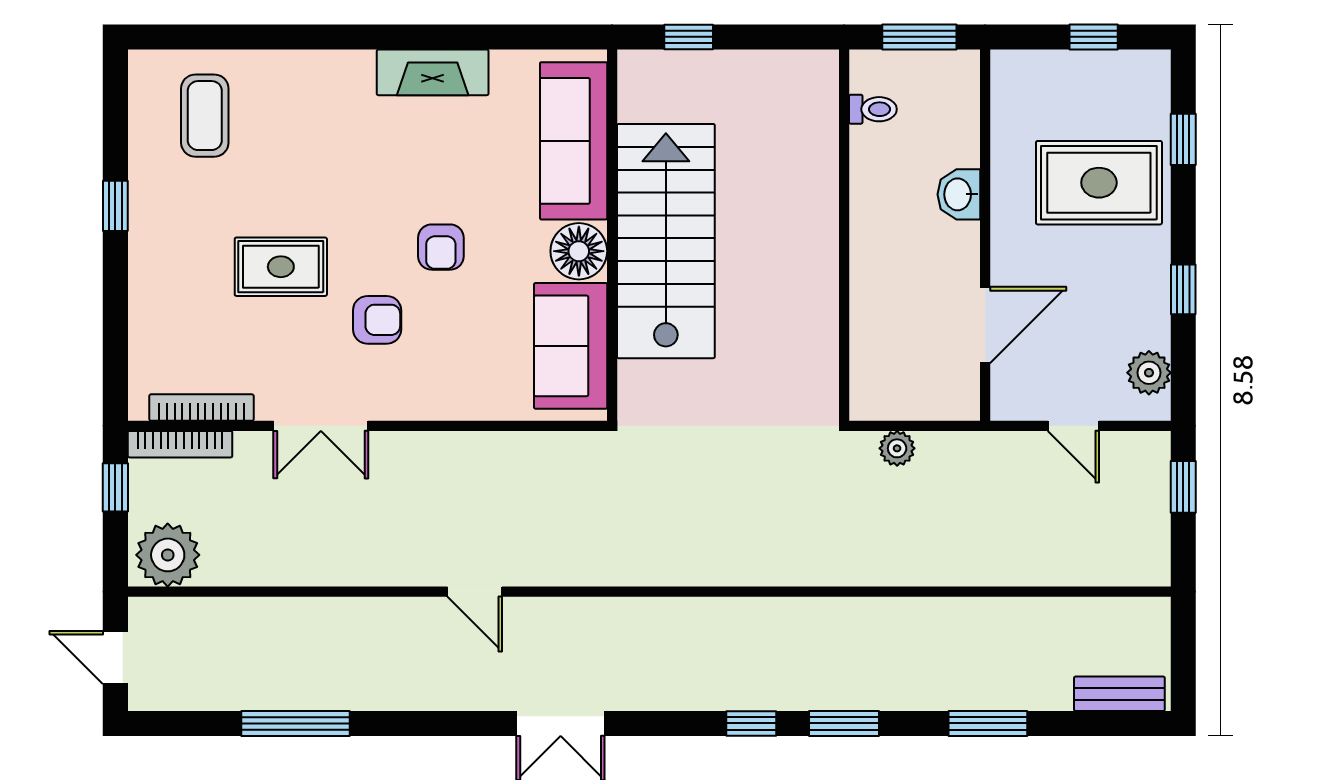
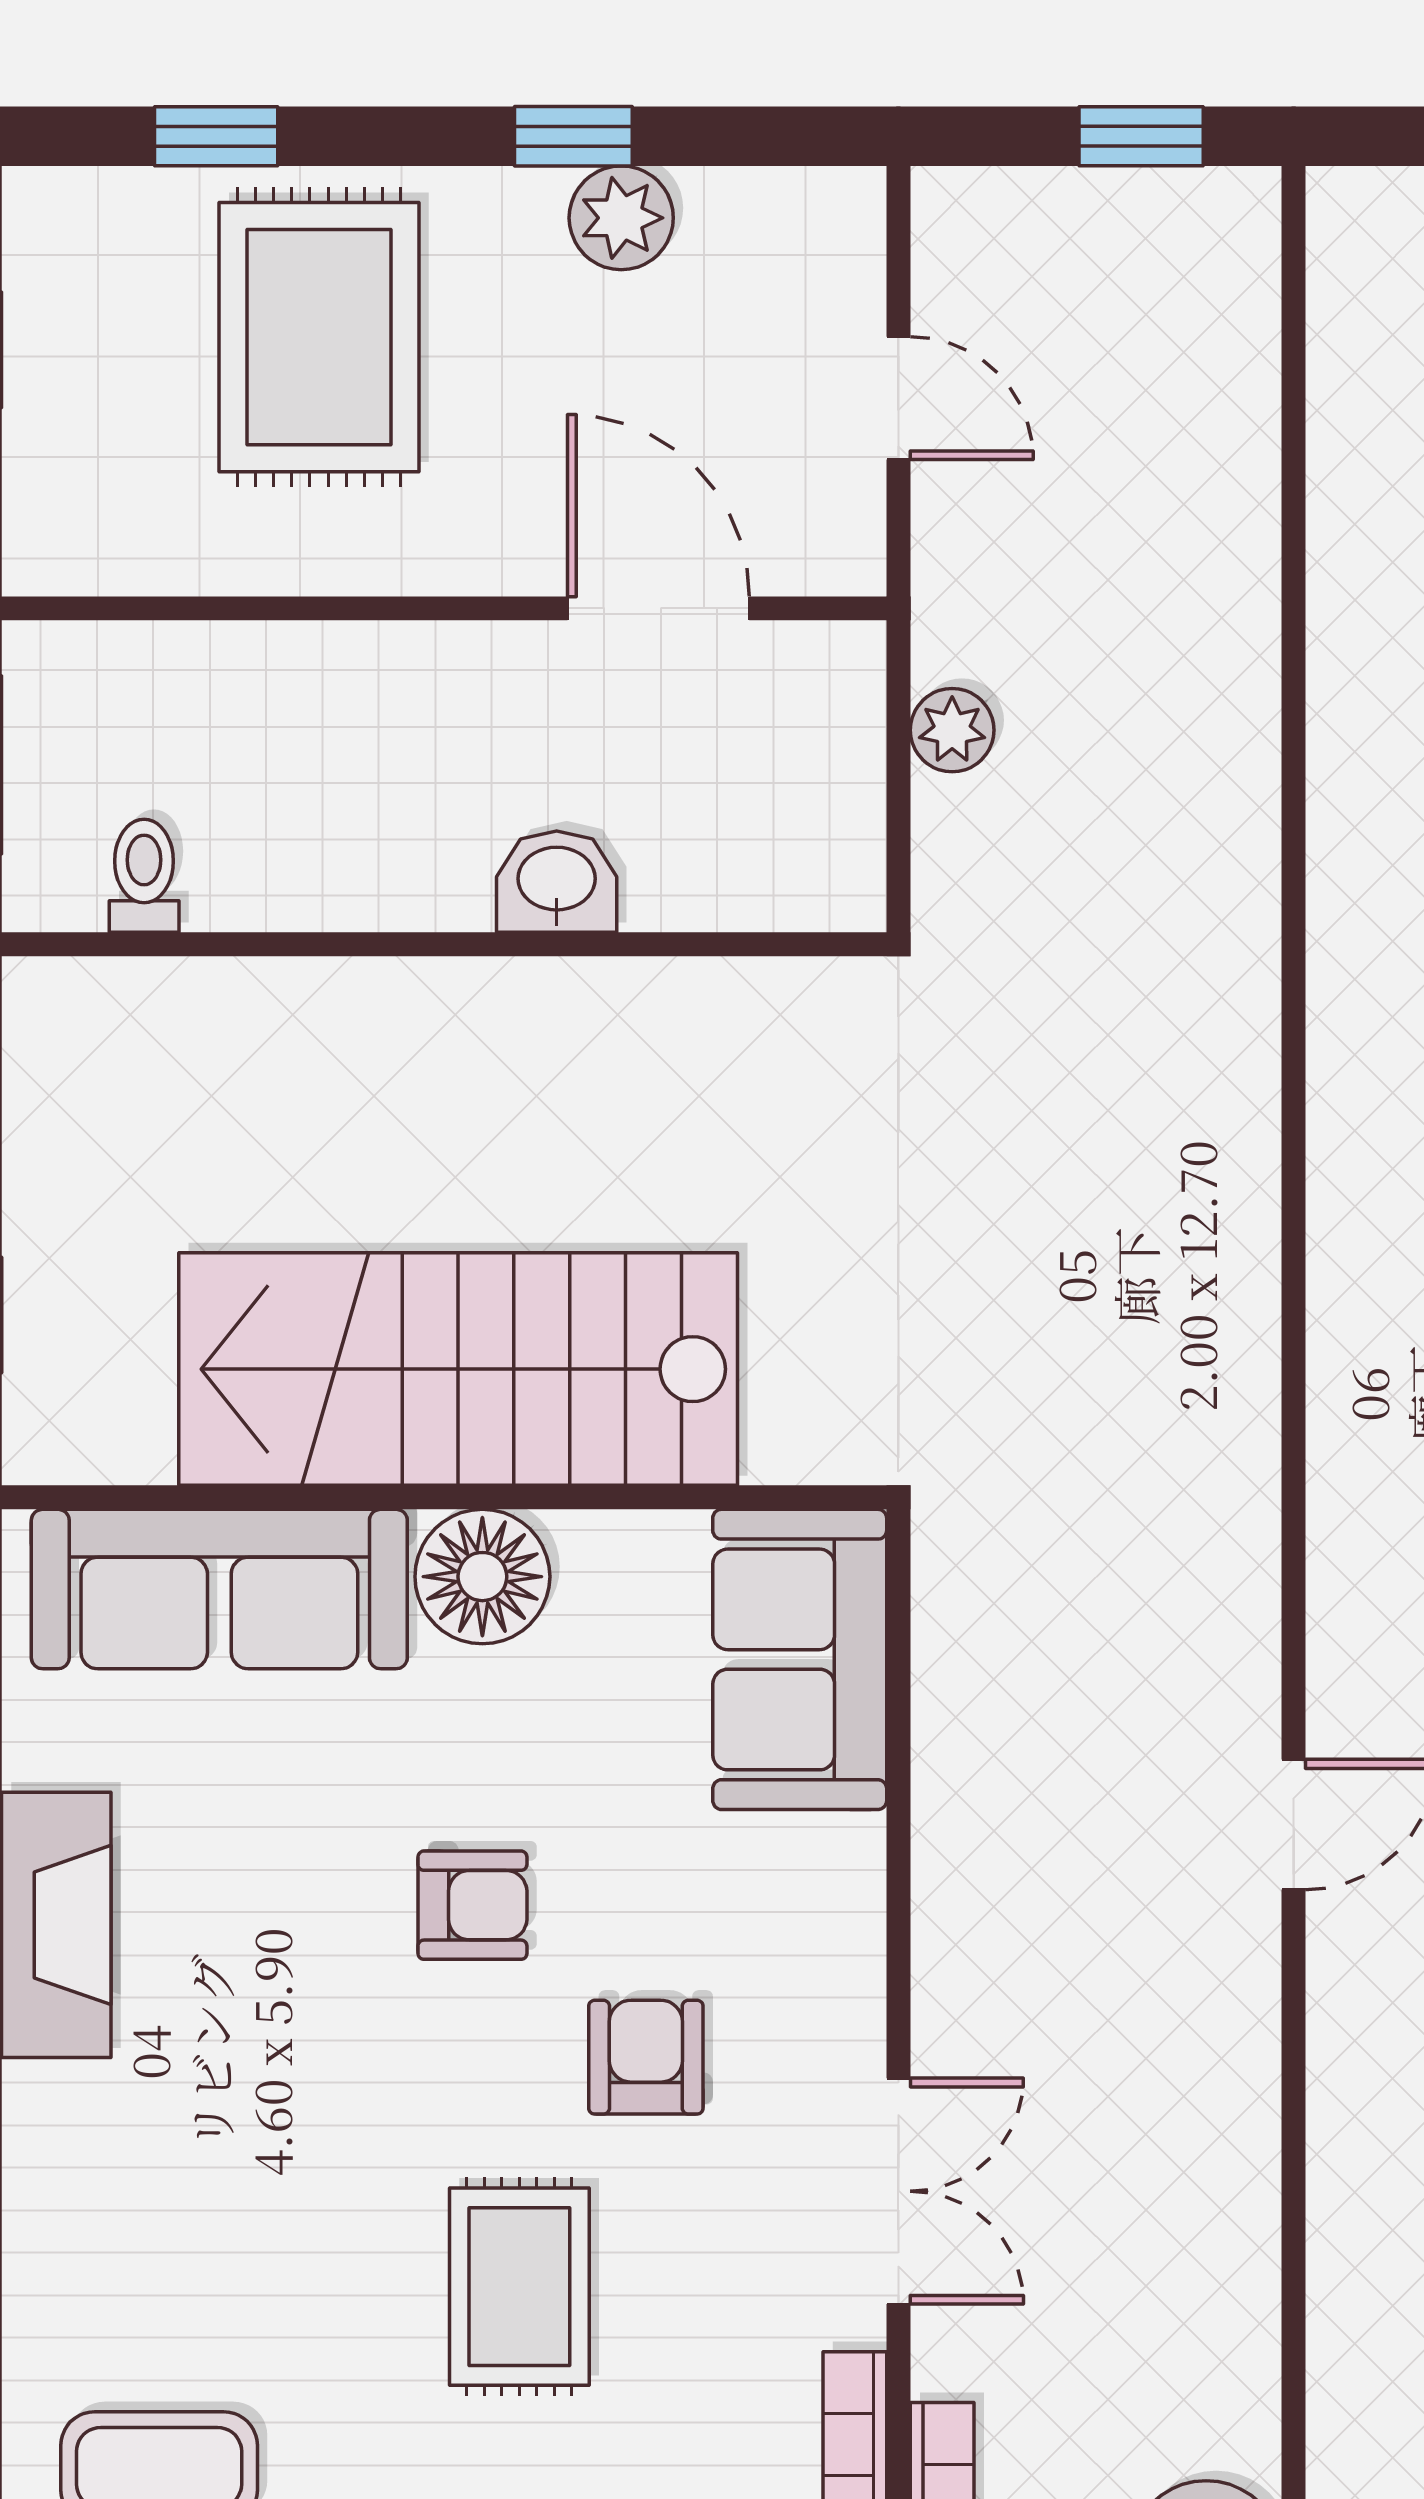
washbasin: (959, 194) -> (557, 882), moved, turned 180
sofa: (571, 346) -> (800, 1659), moved, turned 90
plant: (1149, 373) -> (621, 218), moved
door: (1073, 426) -> (898, 398), hinge flipped
plant: (897, 448) -> (952, 730), moved
window: (1183, 487) -> (1141, 136), moved

